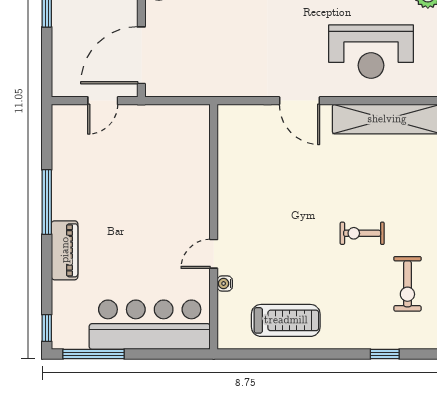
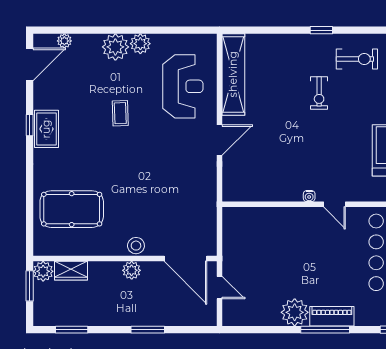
plant: (70, 201) -> (295, 312), added
window: (47, 202) -> (325, 330), moved
water cooler: (225, 284) -> (309, 196), moved

